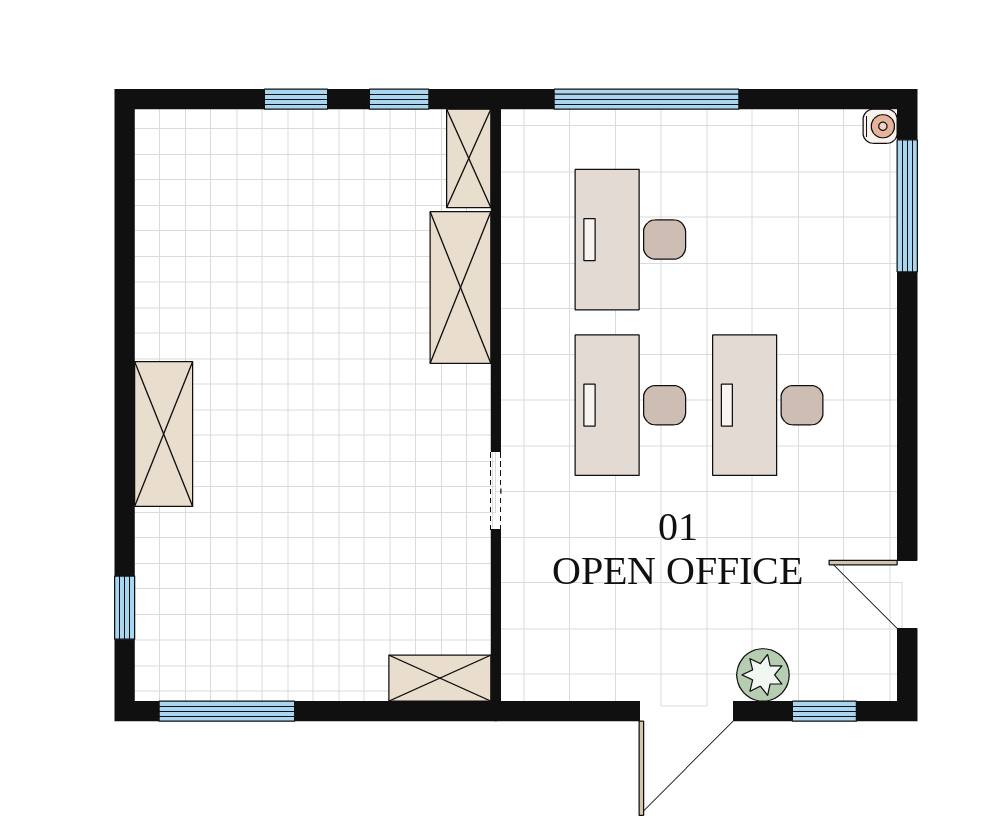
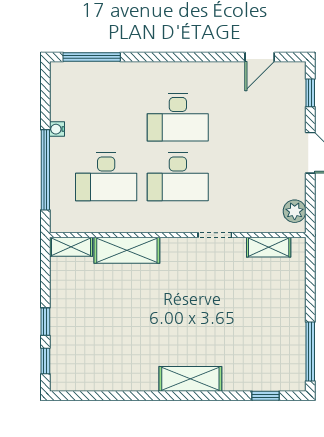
window: (399, 99) -> (45, 361), moved
water cooler: (880, 126) -> (57, 129), moved, turned -90
plant: (763, 675) -> (295, 211), moved
shelving: (440, 678) -> (269, 247), moved, turned 90

